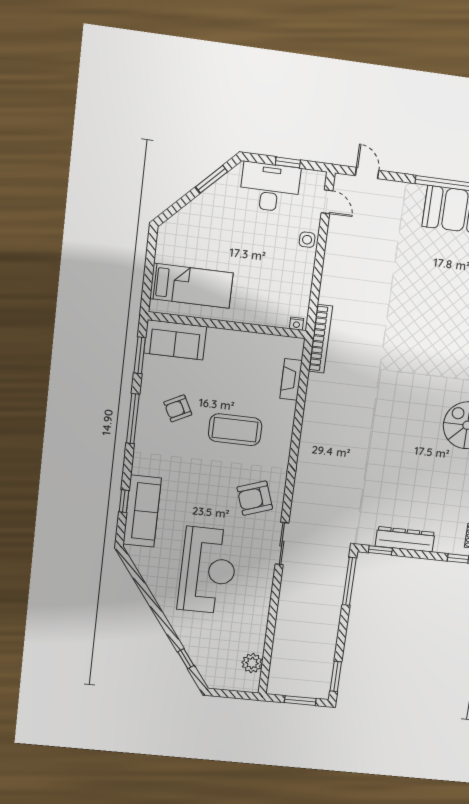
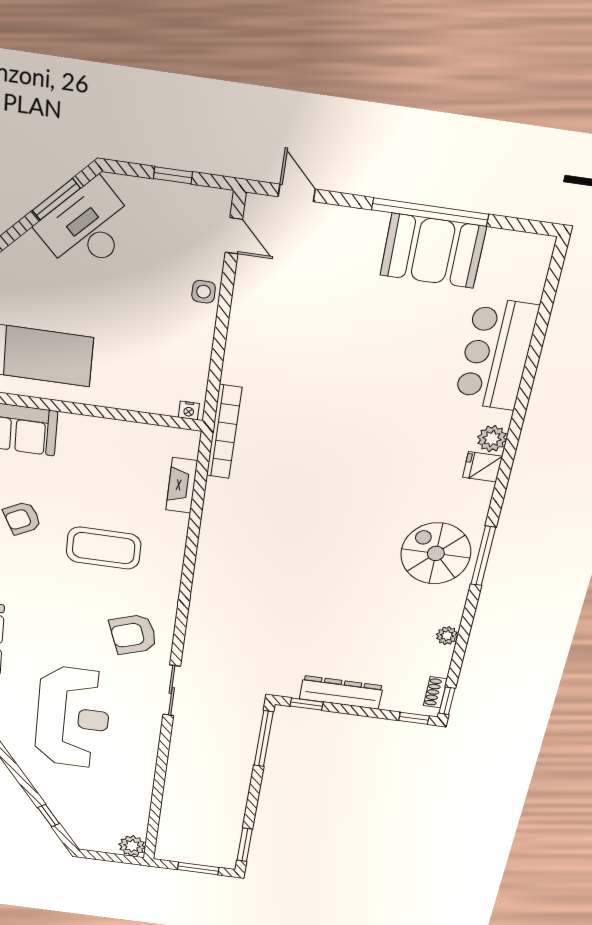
desk: (270, 187) -> (87, 228), moved, turned -45
plant: (252, 663) -> (132, 846), moved

